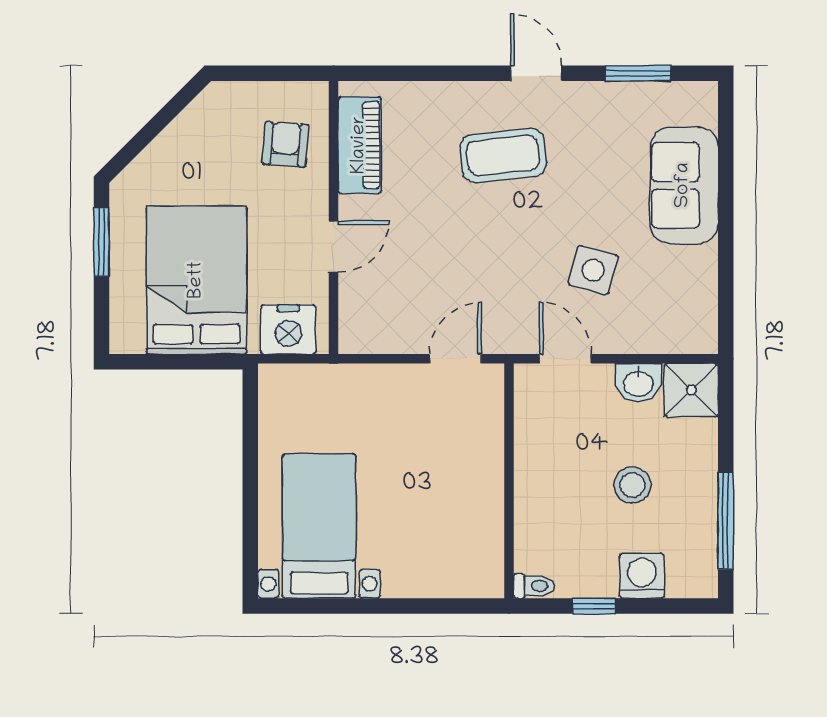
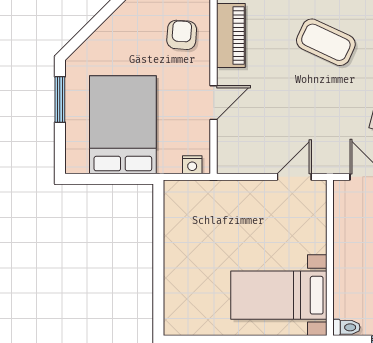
coffee table: (503, 155) -> (326, 42), turned 31
nightstand: (288, 329) -> (192, 165), width x0.53, depth x0.56
bed with nightstands: (319, 526) -> (279, 295), moved, turned -90

